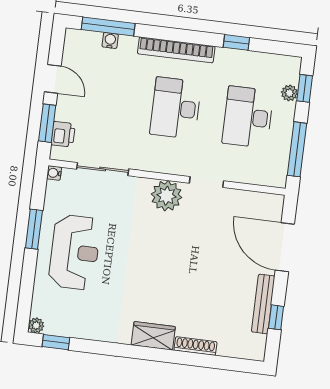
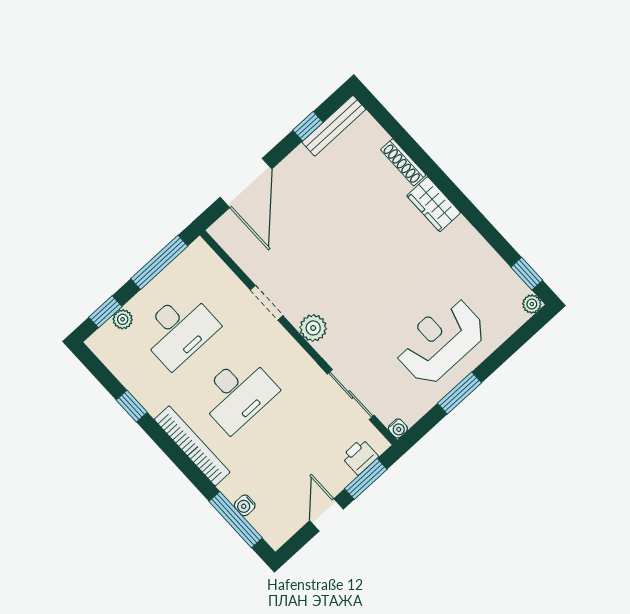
plant: (167, 196) -> (313, 328), width x0.73, depth x0.73
bench: (263, 304) -> (334, 126), moved

